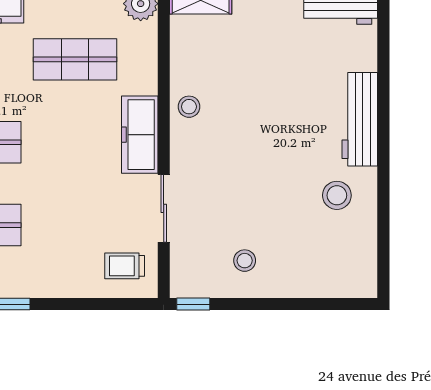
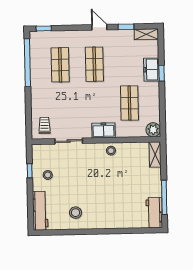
workbench: (360, 119) -> (40, 211), moved, turned 90
freezer: (140, 135) -> (104, 130), width x0.71
window: (193, 304) -> (30, 171), moved

